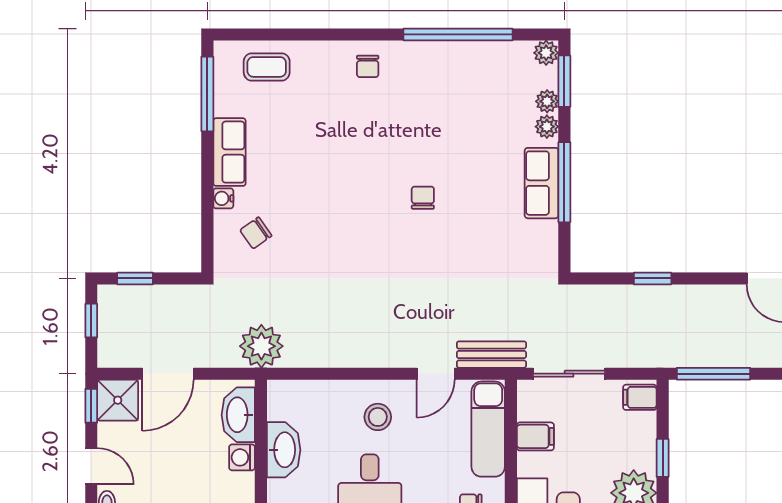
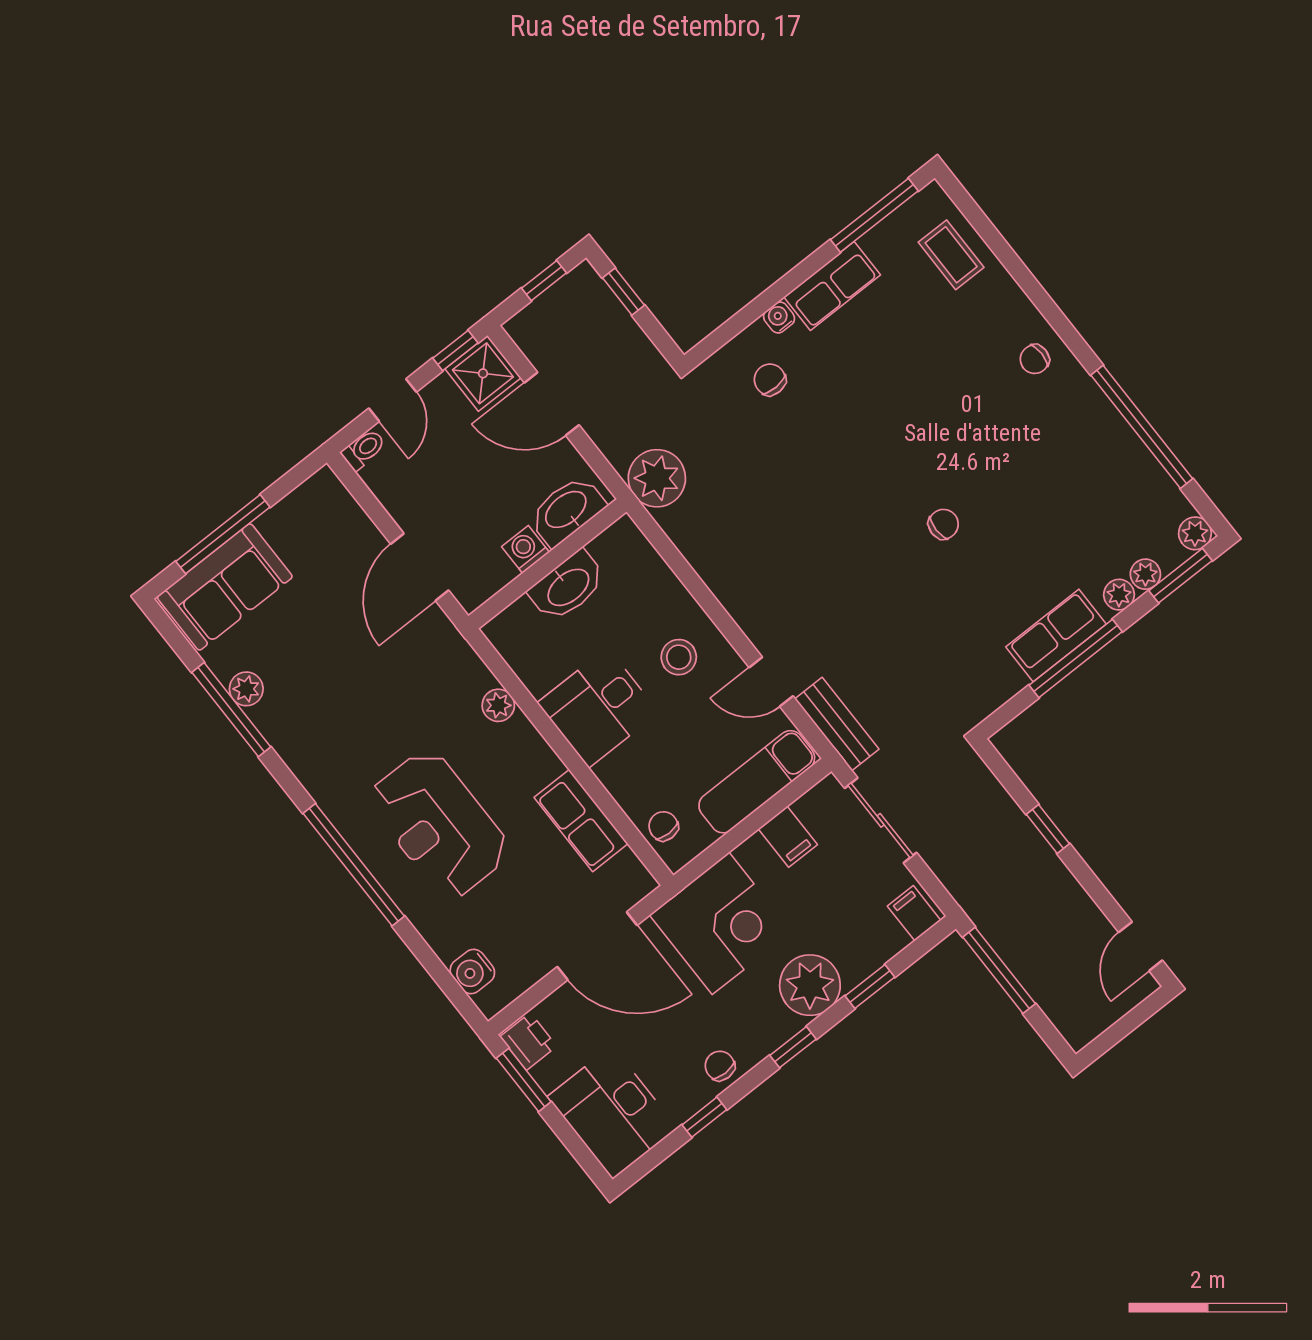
chair: (256, 233) -> (770, 380), turned 33

